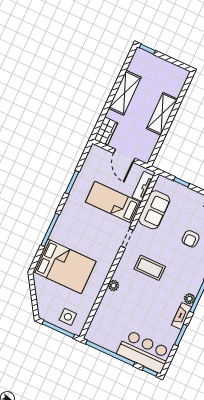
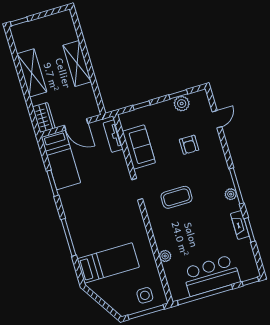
bed: (113, 202) -> (61, 160), moved, turned -90
bed: (65, 266) -> (108, 263), width x0.67
plant: (114, 286) -> (165, 256), moved
fireplace: (181, 316) -> (240, 225), moved
bar counter: (144, 352) -> (211, 275), moved

